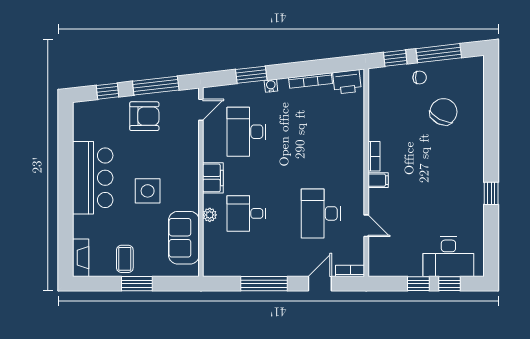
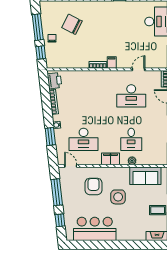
armchair: (144, 116) -> (94, 186), moved
bar counter: (93, 178) -> (95, 229), moved

